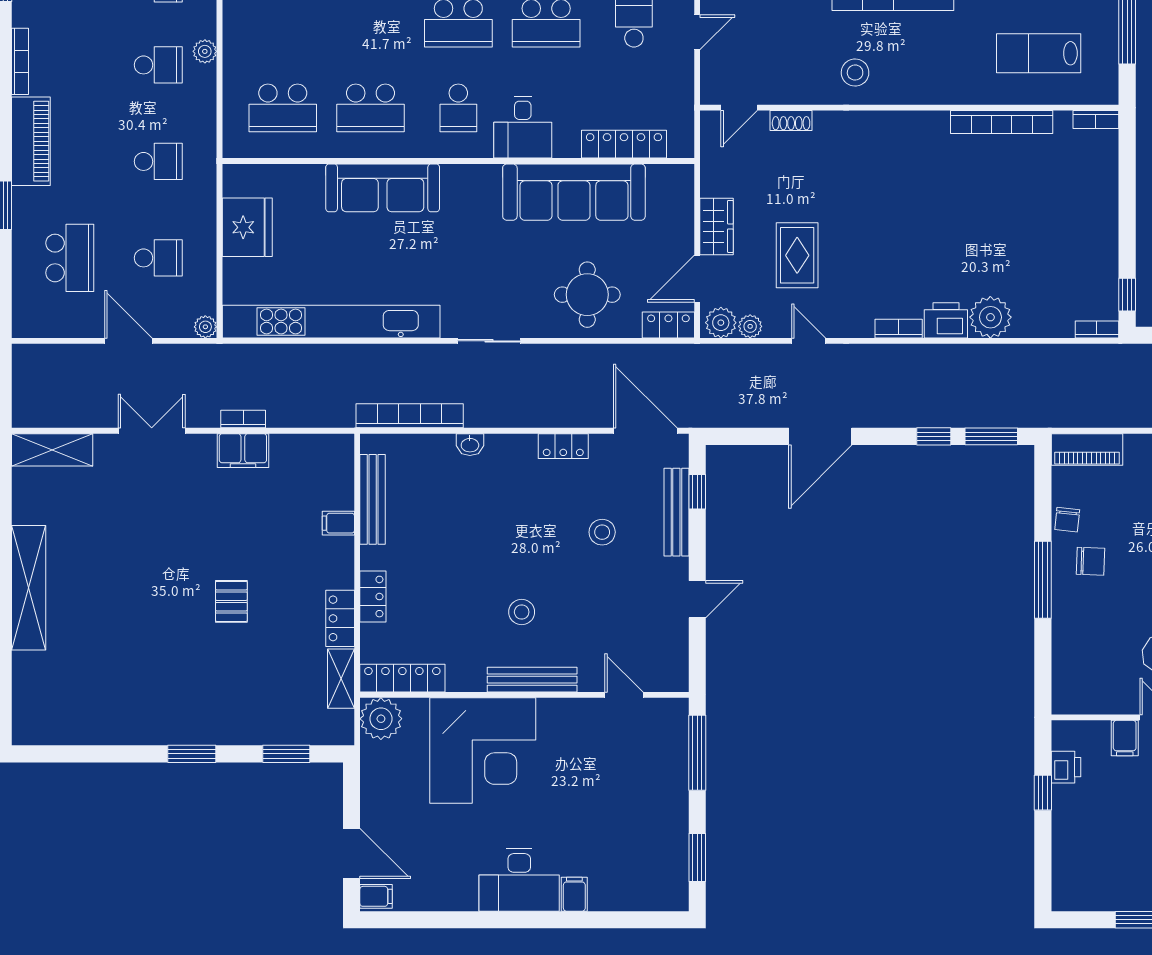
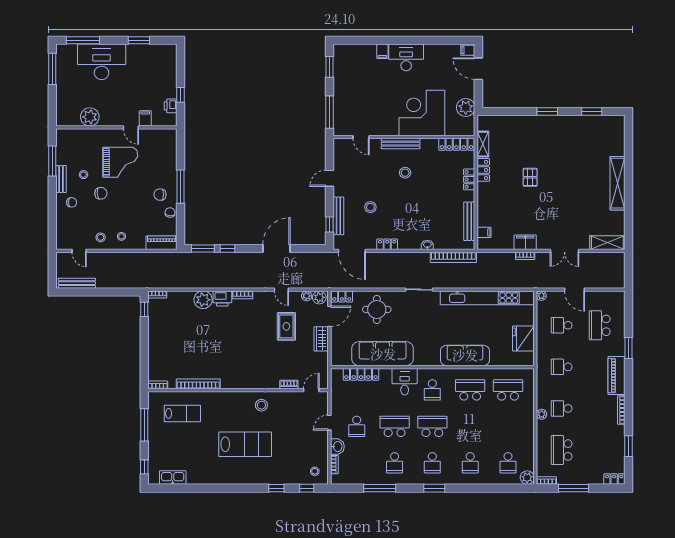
school desk: (458, 108) -> (432, 390), turned 180
filing cabinet: (338, 523) -> (484, 232), moved
plant: (381, 719) -> (466, 107), moved
window: (286, 754) -> (592, 112), moved

